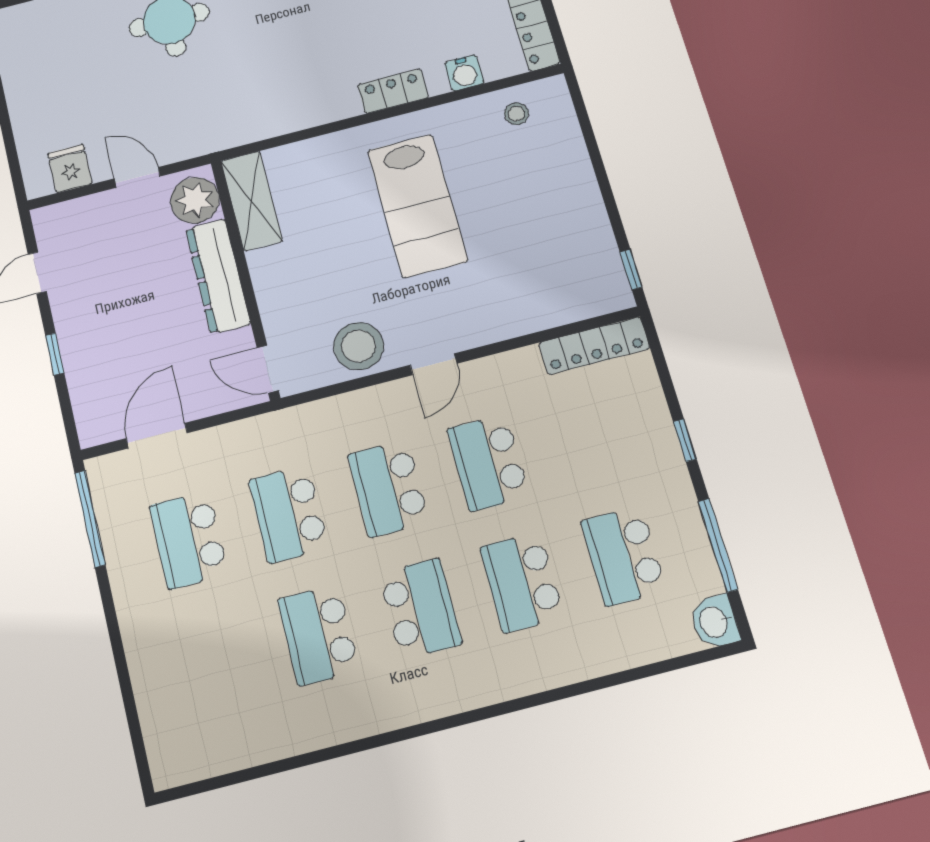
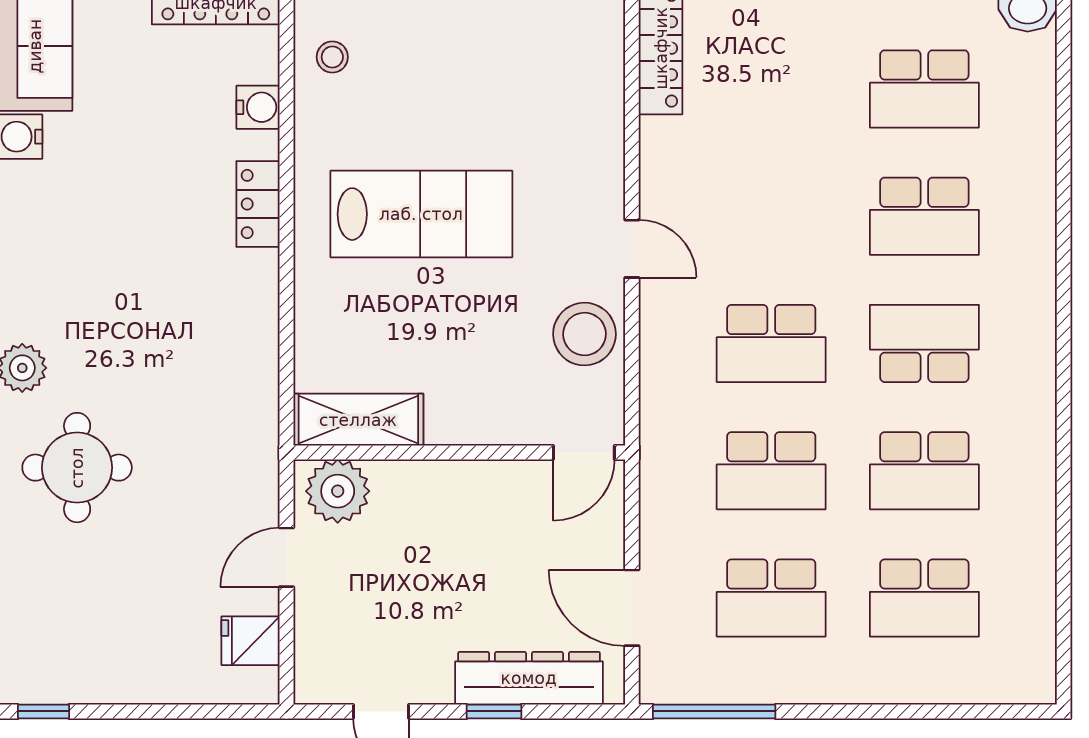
dresser: (218, 276) -> (529, 678), moved, turned 180
school desk: (488, 463) -> (924, 598), moved

